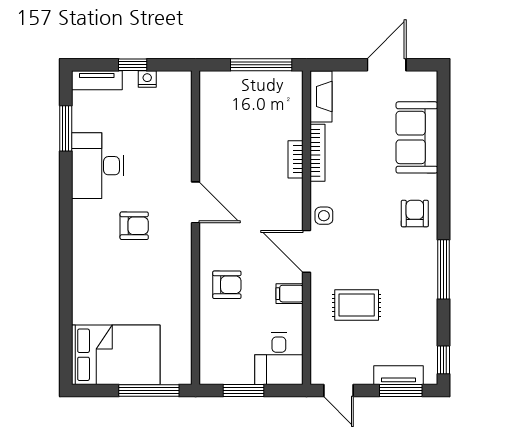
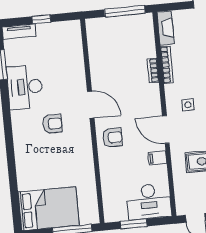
nightstand: (147, 79) -> (52, 28), removed
side table: (324, 216) -> (188, 105), moved
armchair: (227, 285) -> (113, 137), moved
desk: (279, 359) -> (149, 201), width x1.37

